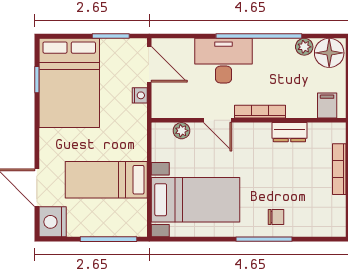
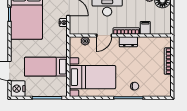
filing cabinet: (327, 106) -> (145, 28), moved
door: (218, 120) -> (104, 36), hinge flipped
dresser: (289, 132) -> (128, 42), moved

